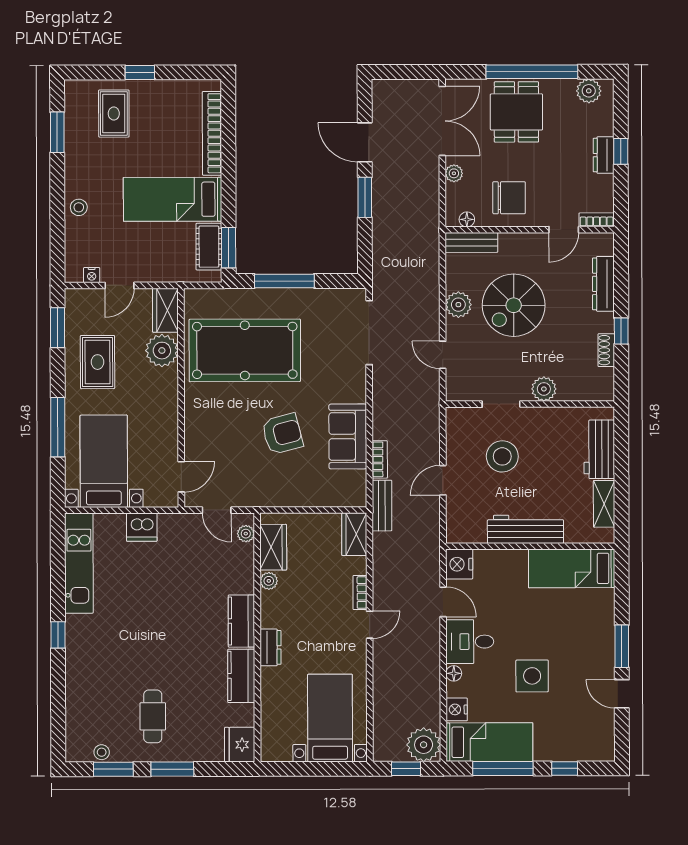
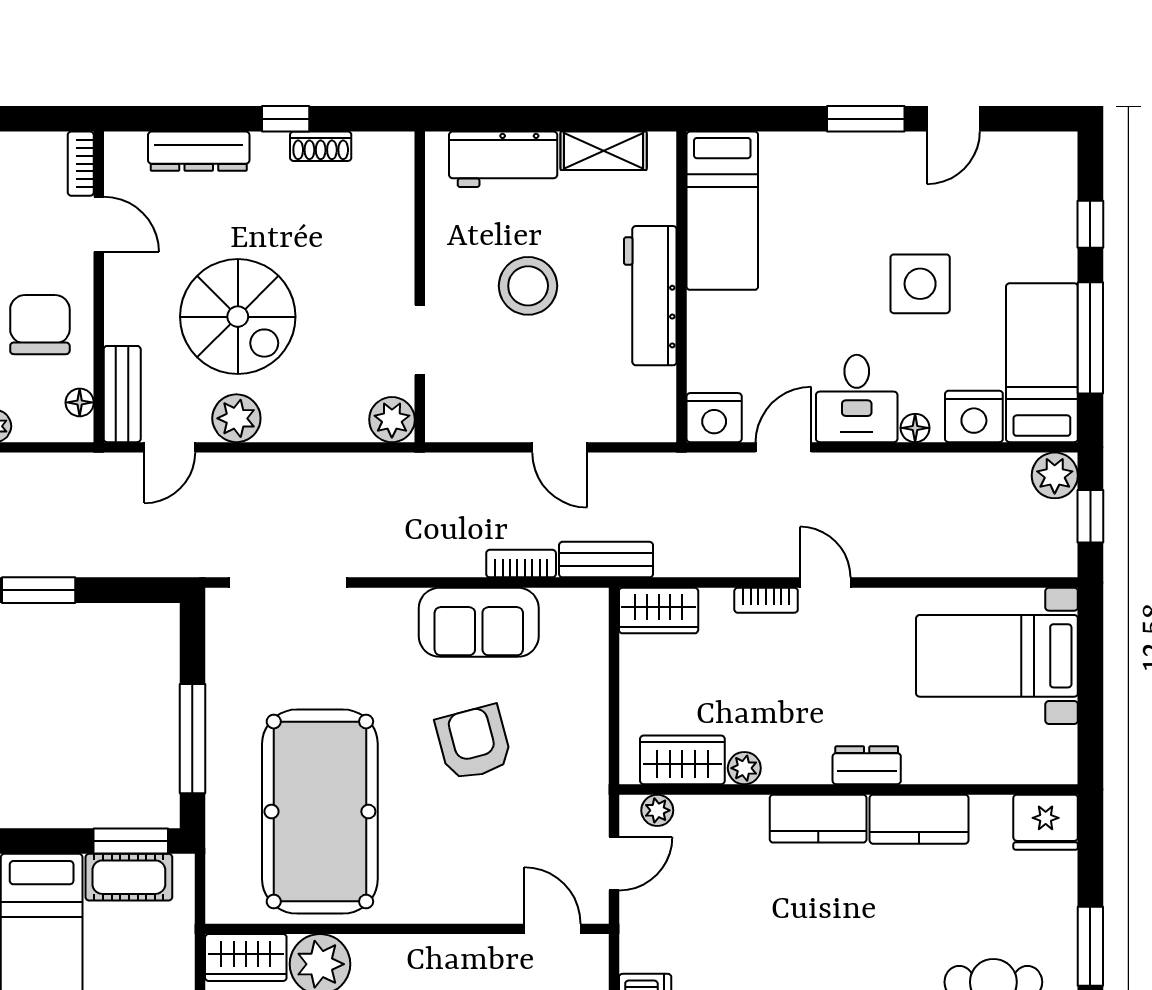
door: (443, 355) -> (170, 447), moved
plant: (544, 389) -> (392, 420), moved
stool: (502, 456) -> (528, 286), moved
nightstand: (457, 709) -> (974, 416), width x1.36, depth x1.33
plant: (424, 745) -> (1055, 475), width x0.73, depth x0.73

